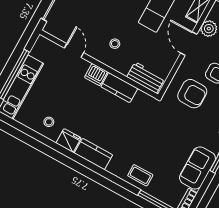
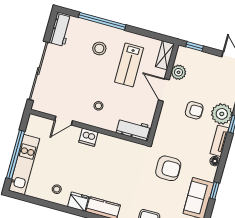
door: (74, 50) -> (64, 121), swing flipped
kitchen counter: (119, 88) -> (112, 144), removed
armchair: (192, 94) -> (168, 168), moved

